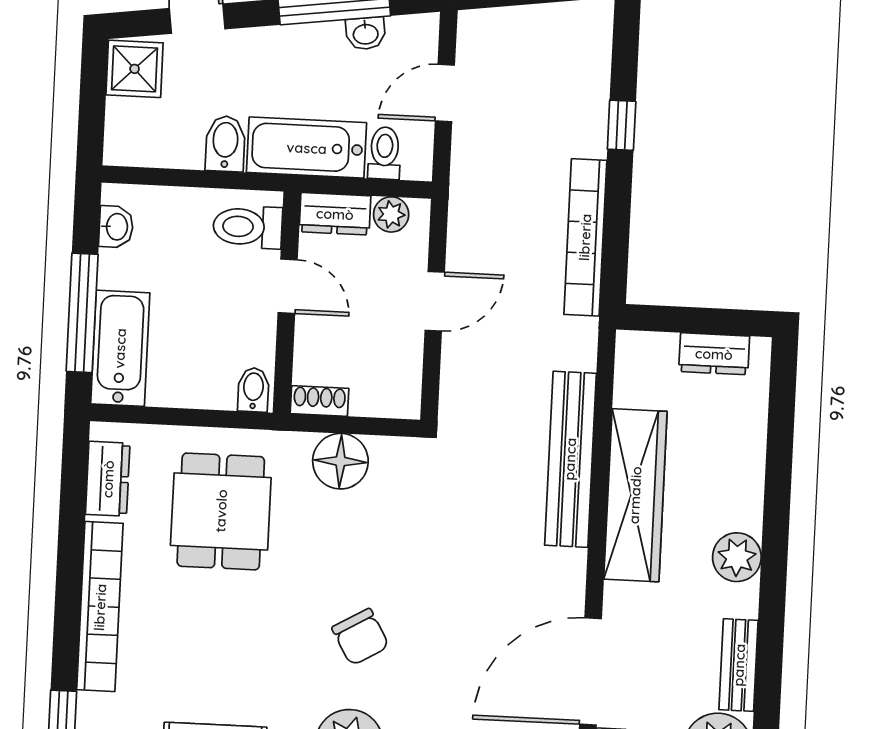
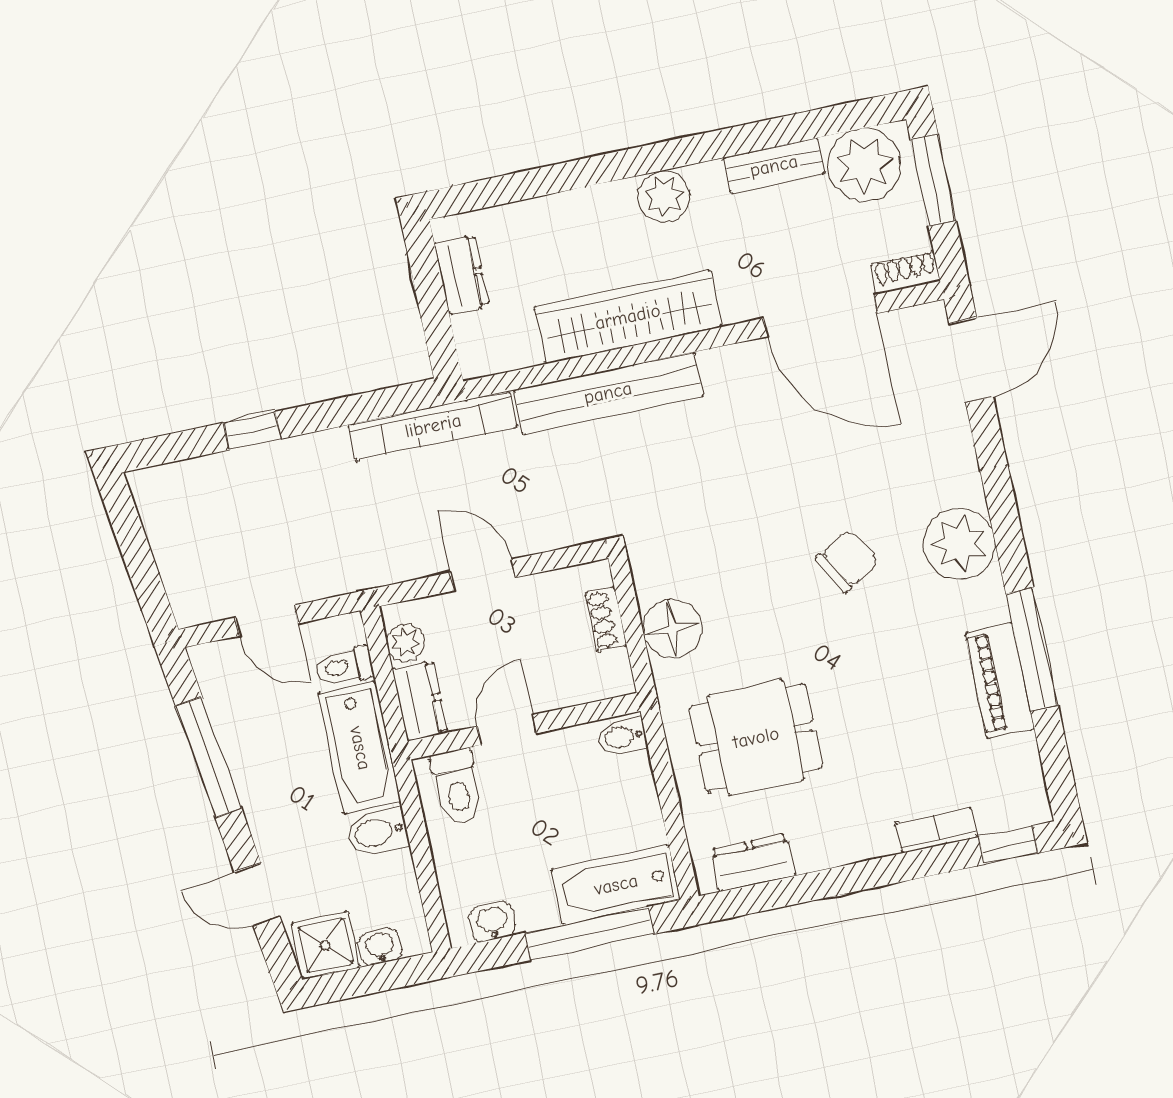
washbasin: (366, 33) -> (380, 947), moved, turned -82
bookcase: (585, 237) -> (433, 426), moved
shoe rack: (319, 401) -> (606, 619), moved
bookcase: (100, 607) -> (936, 830), width x0.43, depth x0.76

